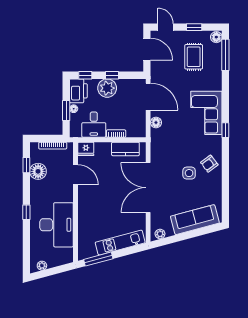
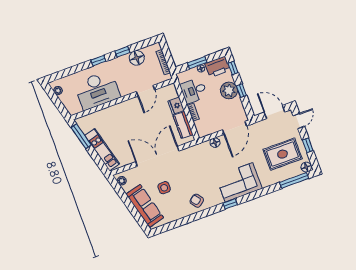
door: (147, 49) -> (274, 112), swing flipped
rug: (194, 57) -> (283, 154), width x1.36, depth x1.43
fridge: (86, 149) -> (176, 106), moved
window: (26, 165) -> (122, 52), moved
side table: (189, 173) -> (164, 188), moved

